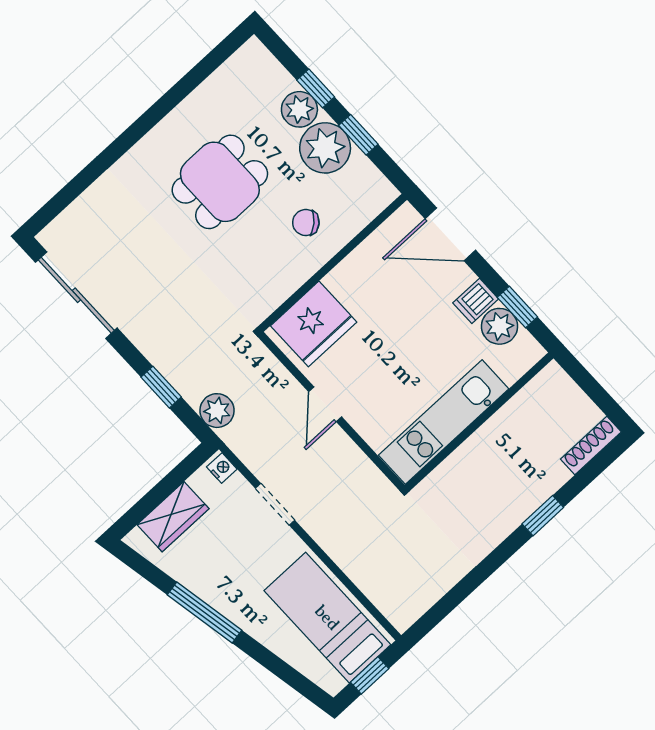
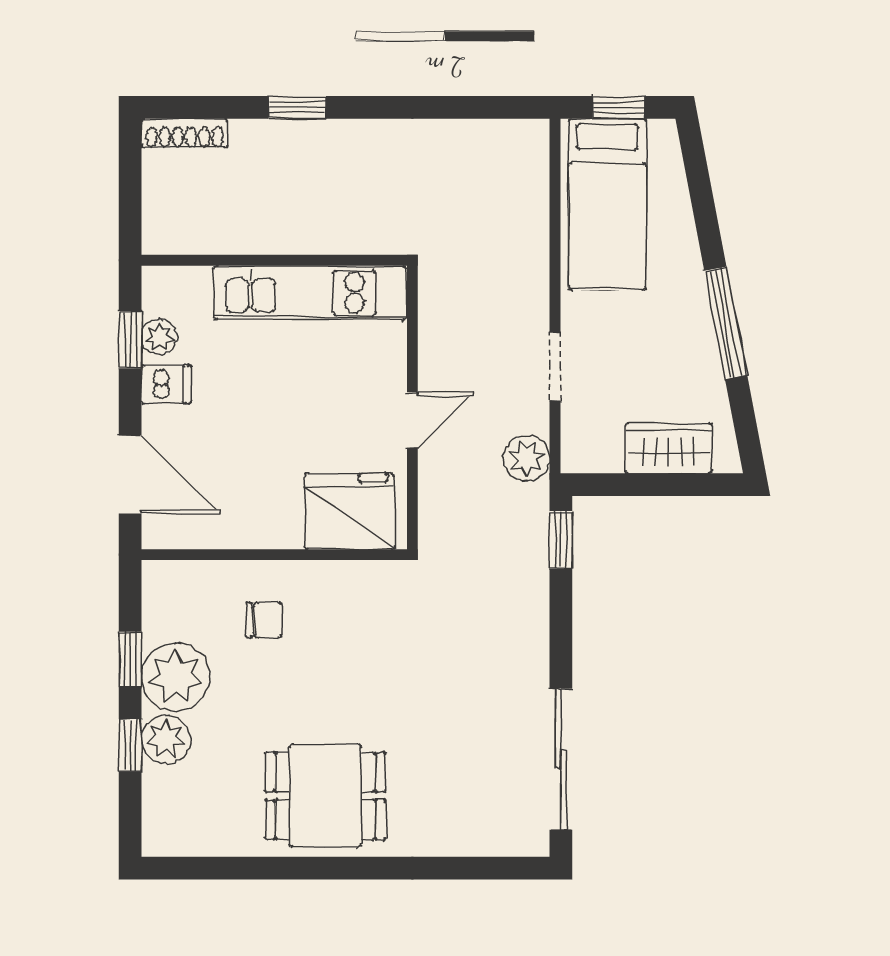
dining table: (220, 182) -> (325, 796), moved
chair: (306, 223) -> (264, 620), turned -47
plant: (499, 326) -> (159, 337), width x0.73, depth x0.73
window: (161, 387) -> (561, 540), moved
plant: (217, 411) -> (527, 458), moved
nightstand: (222, 468) -> (575, 452), removed

